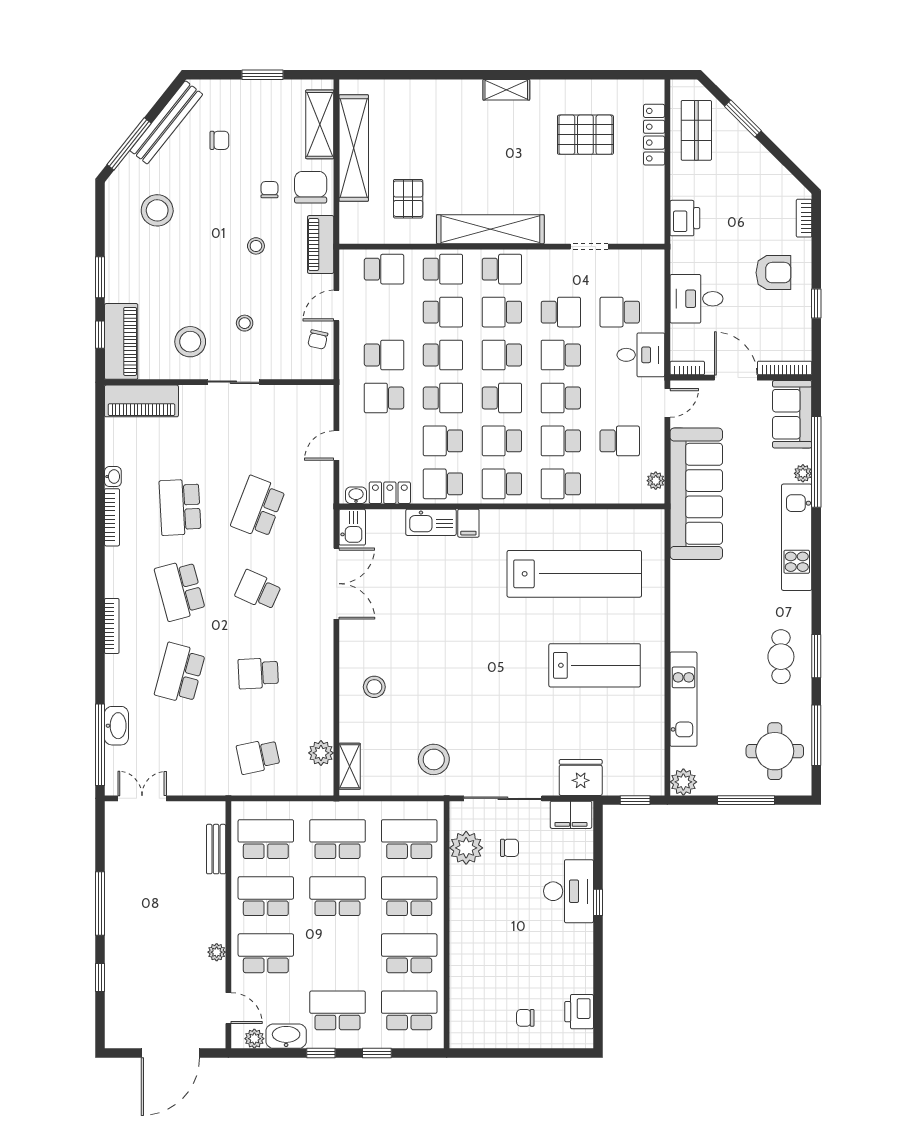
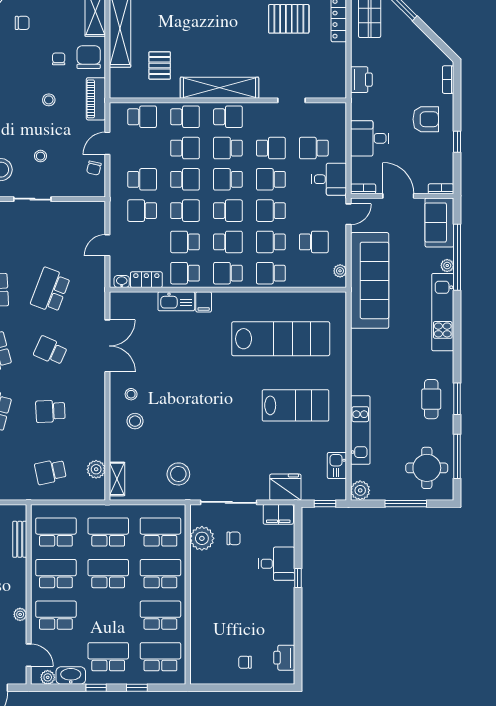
bookcase: (785, 368) -> (441, 189), width x0.64
school desk: (502, 441) -> (228, 242), turned 180
kitchen sink: (352, 527) -> (337, 465), moved, turned 180
stool: (369, 650) -> (131, 394), added
desk: (569, 891) -> (276, 564), width x0.73

